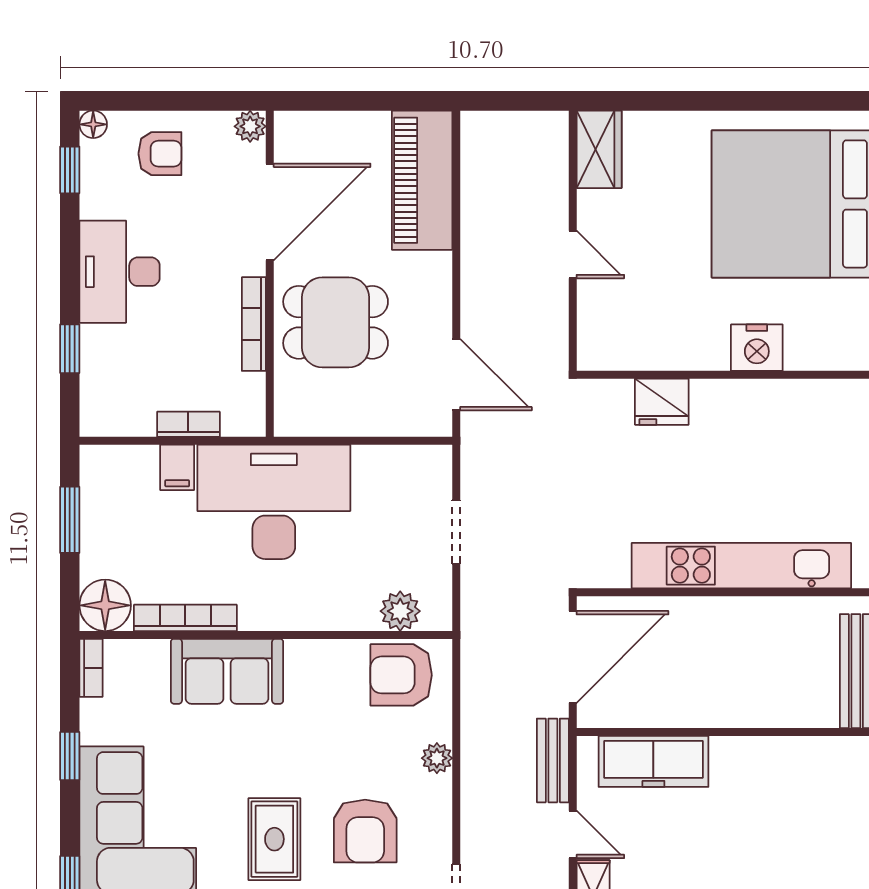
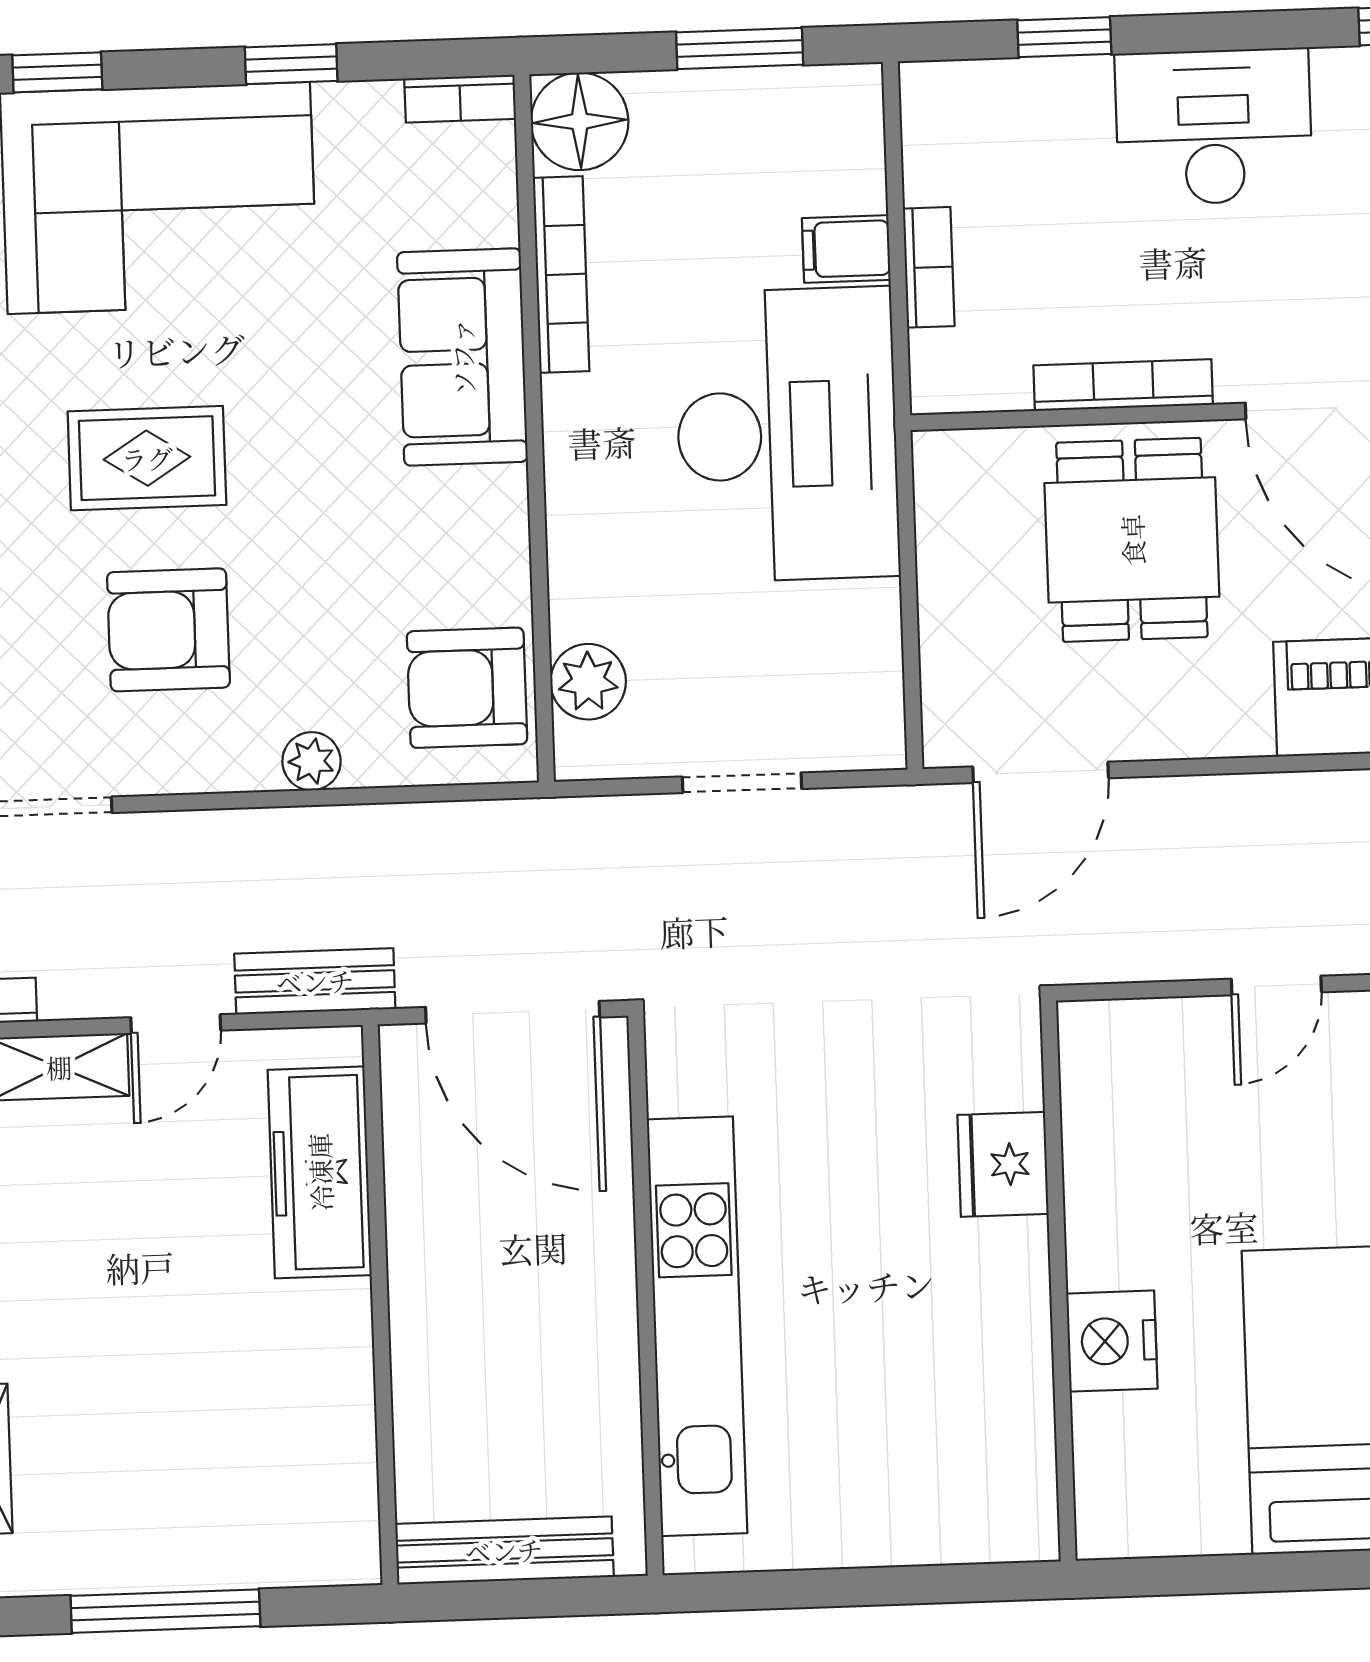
armchair: (401, 675) -> (467, 688), turned -90

